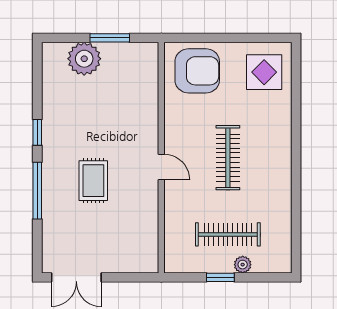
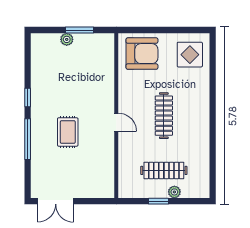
plant: (84, 59) -> (67, 39), width x0.53, depth x0.53

